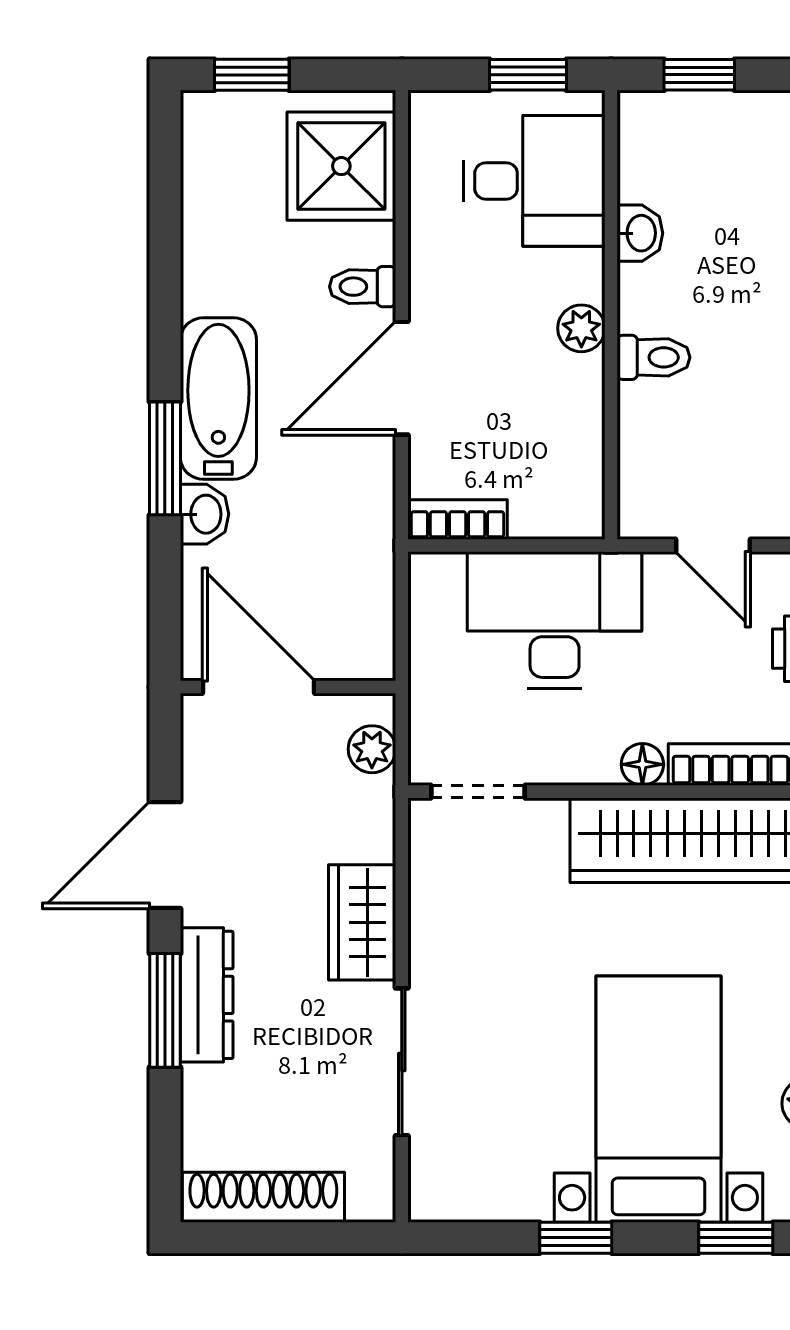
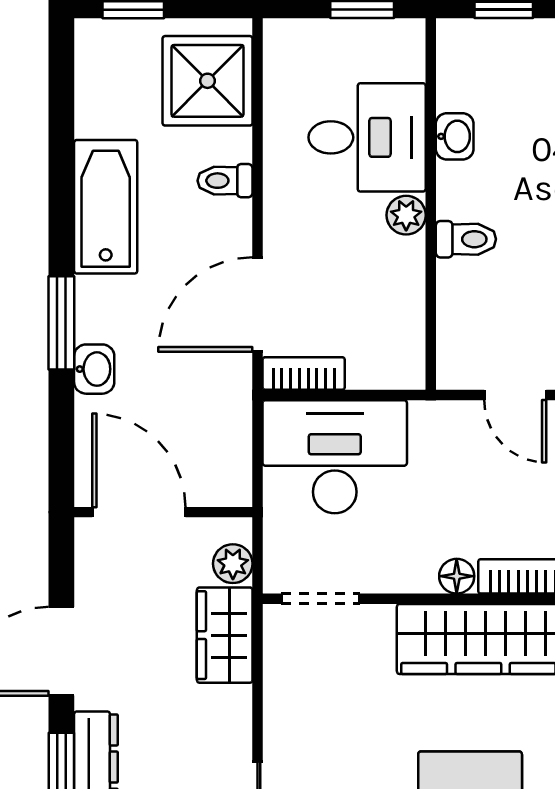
desk: (534, 181) -> (367, 137), moved
door: (402, 378) -> (258, 305), moved
bathtub: (218, 399) -> (106, 207), moved
desk: (555, 620) -> (335, 457), moved
wardrobe: (362, 922) -> (225, 635), moved

